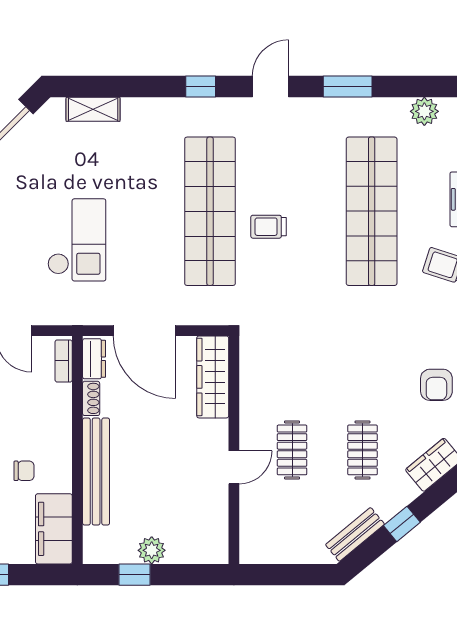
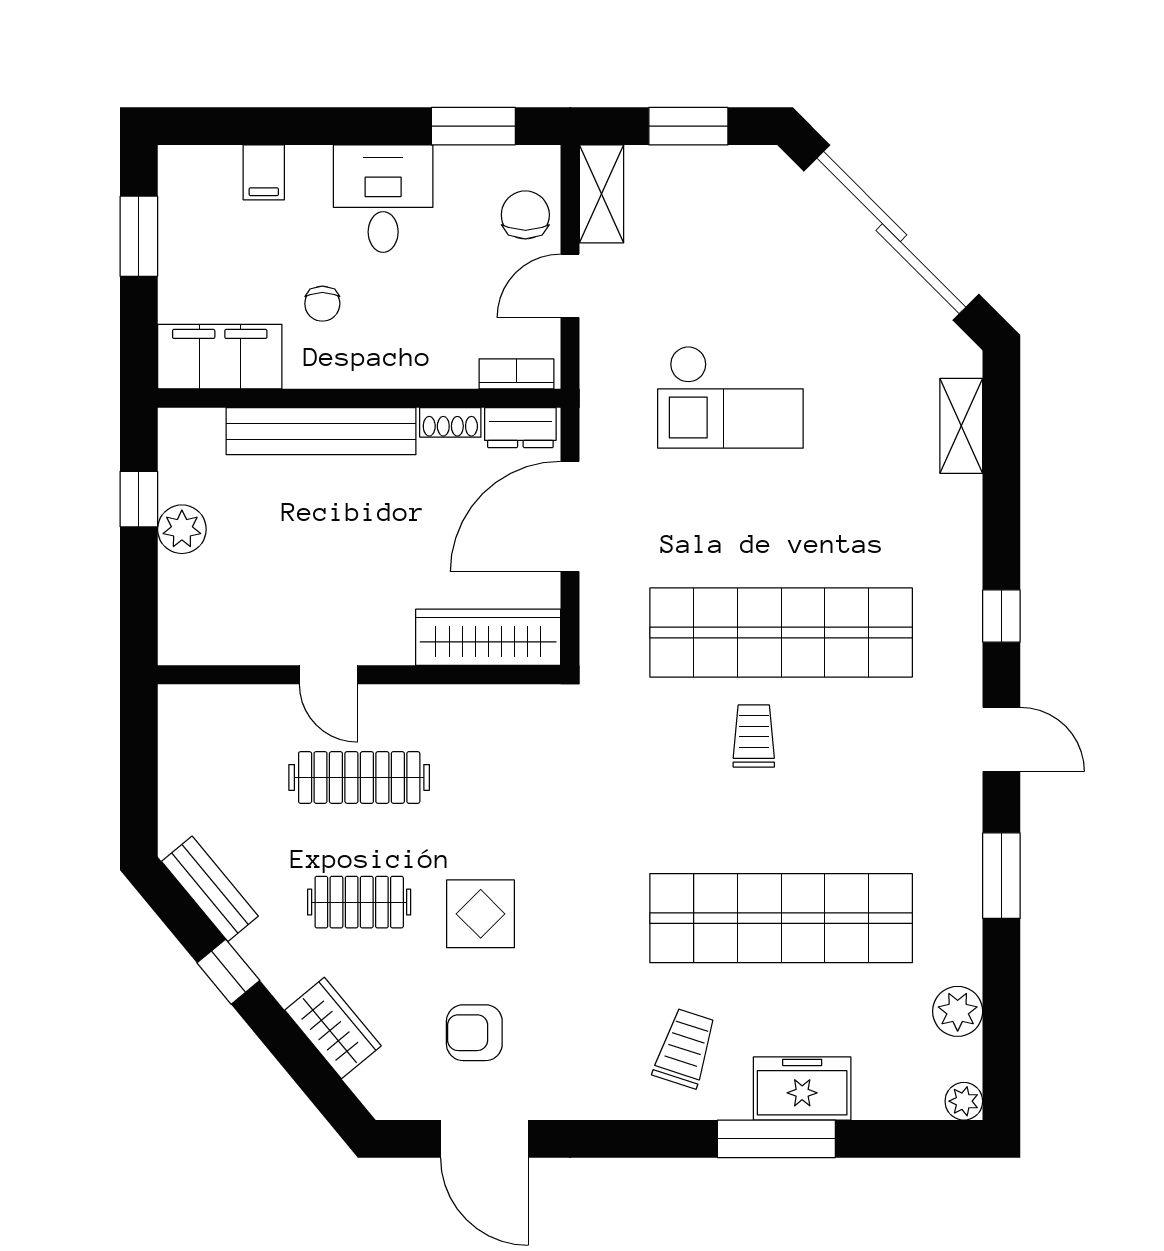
display table: (369, 381) -> (481, 914), added
clothes rail: (292, 450) -> (359, 777), width x1.36

